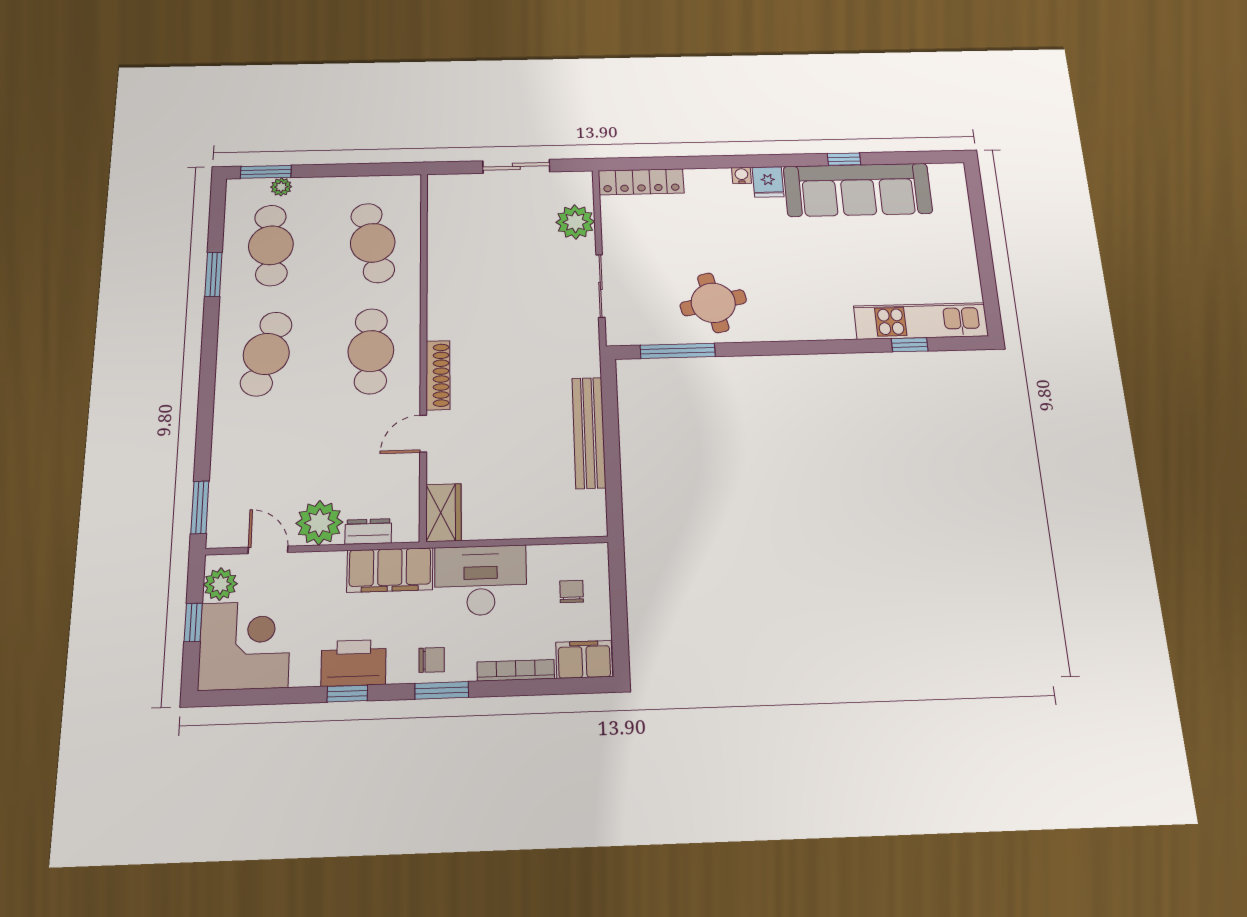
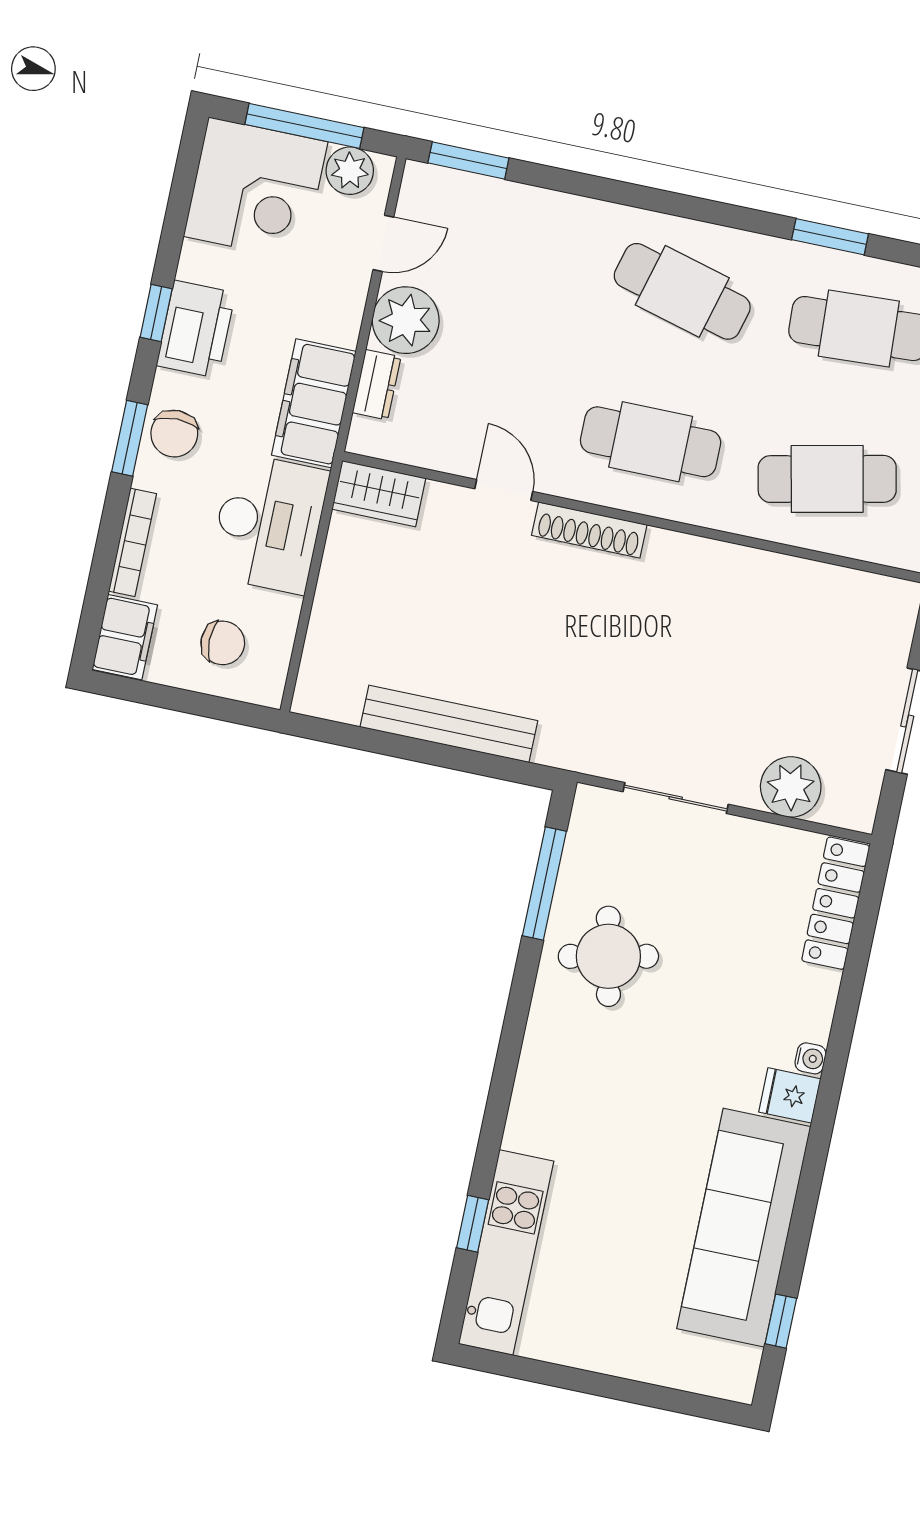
window: (844, 159) -> (781, 1321), moved
chair: (572, 592) -> (223, 643), width x1.37, depth x1.37
window: (193, 622) -> (304, 126), width x2.17
chair: (432, 660) -> (174, 434), width x1.37, depth x1.37

